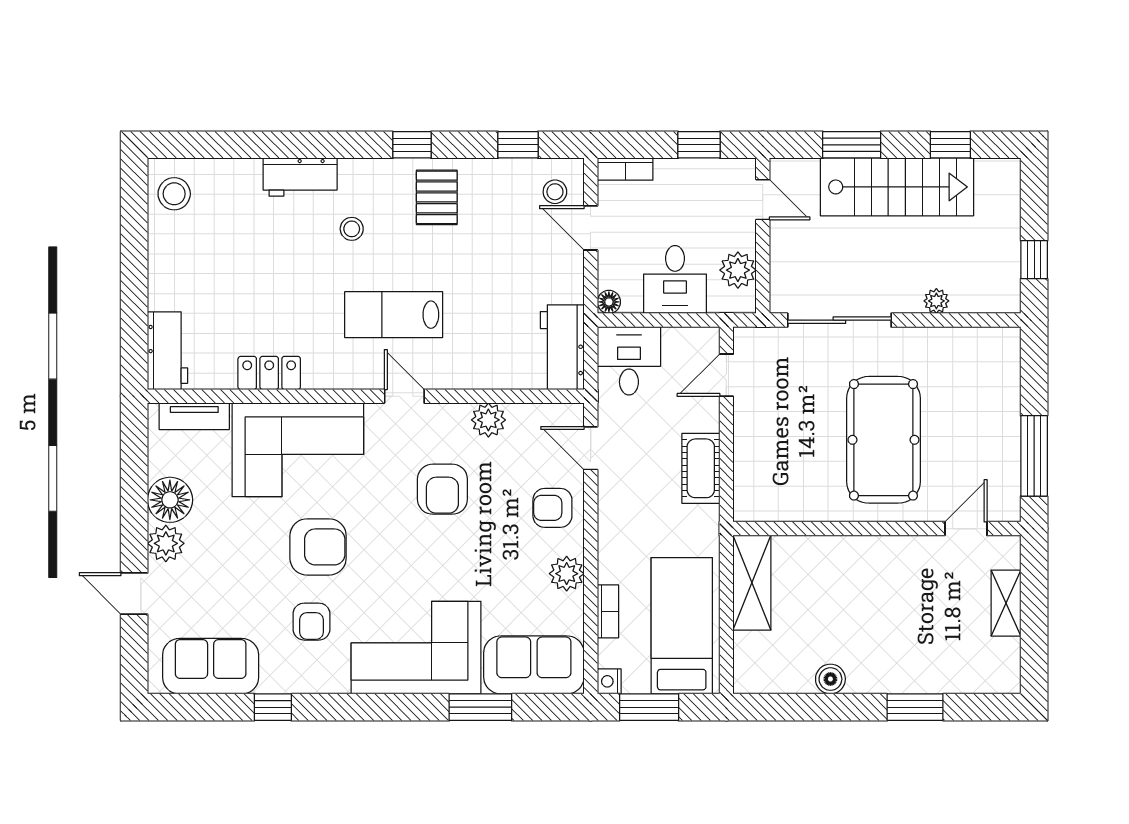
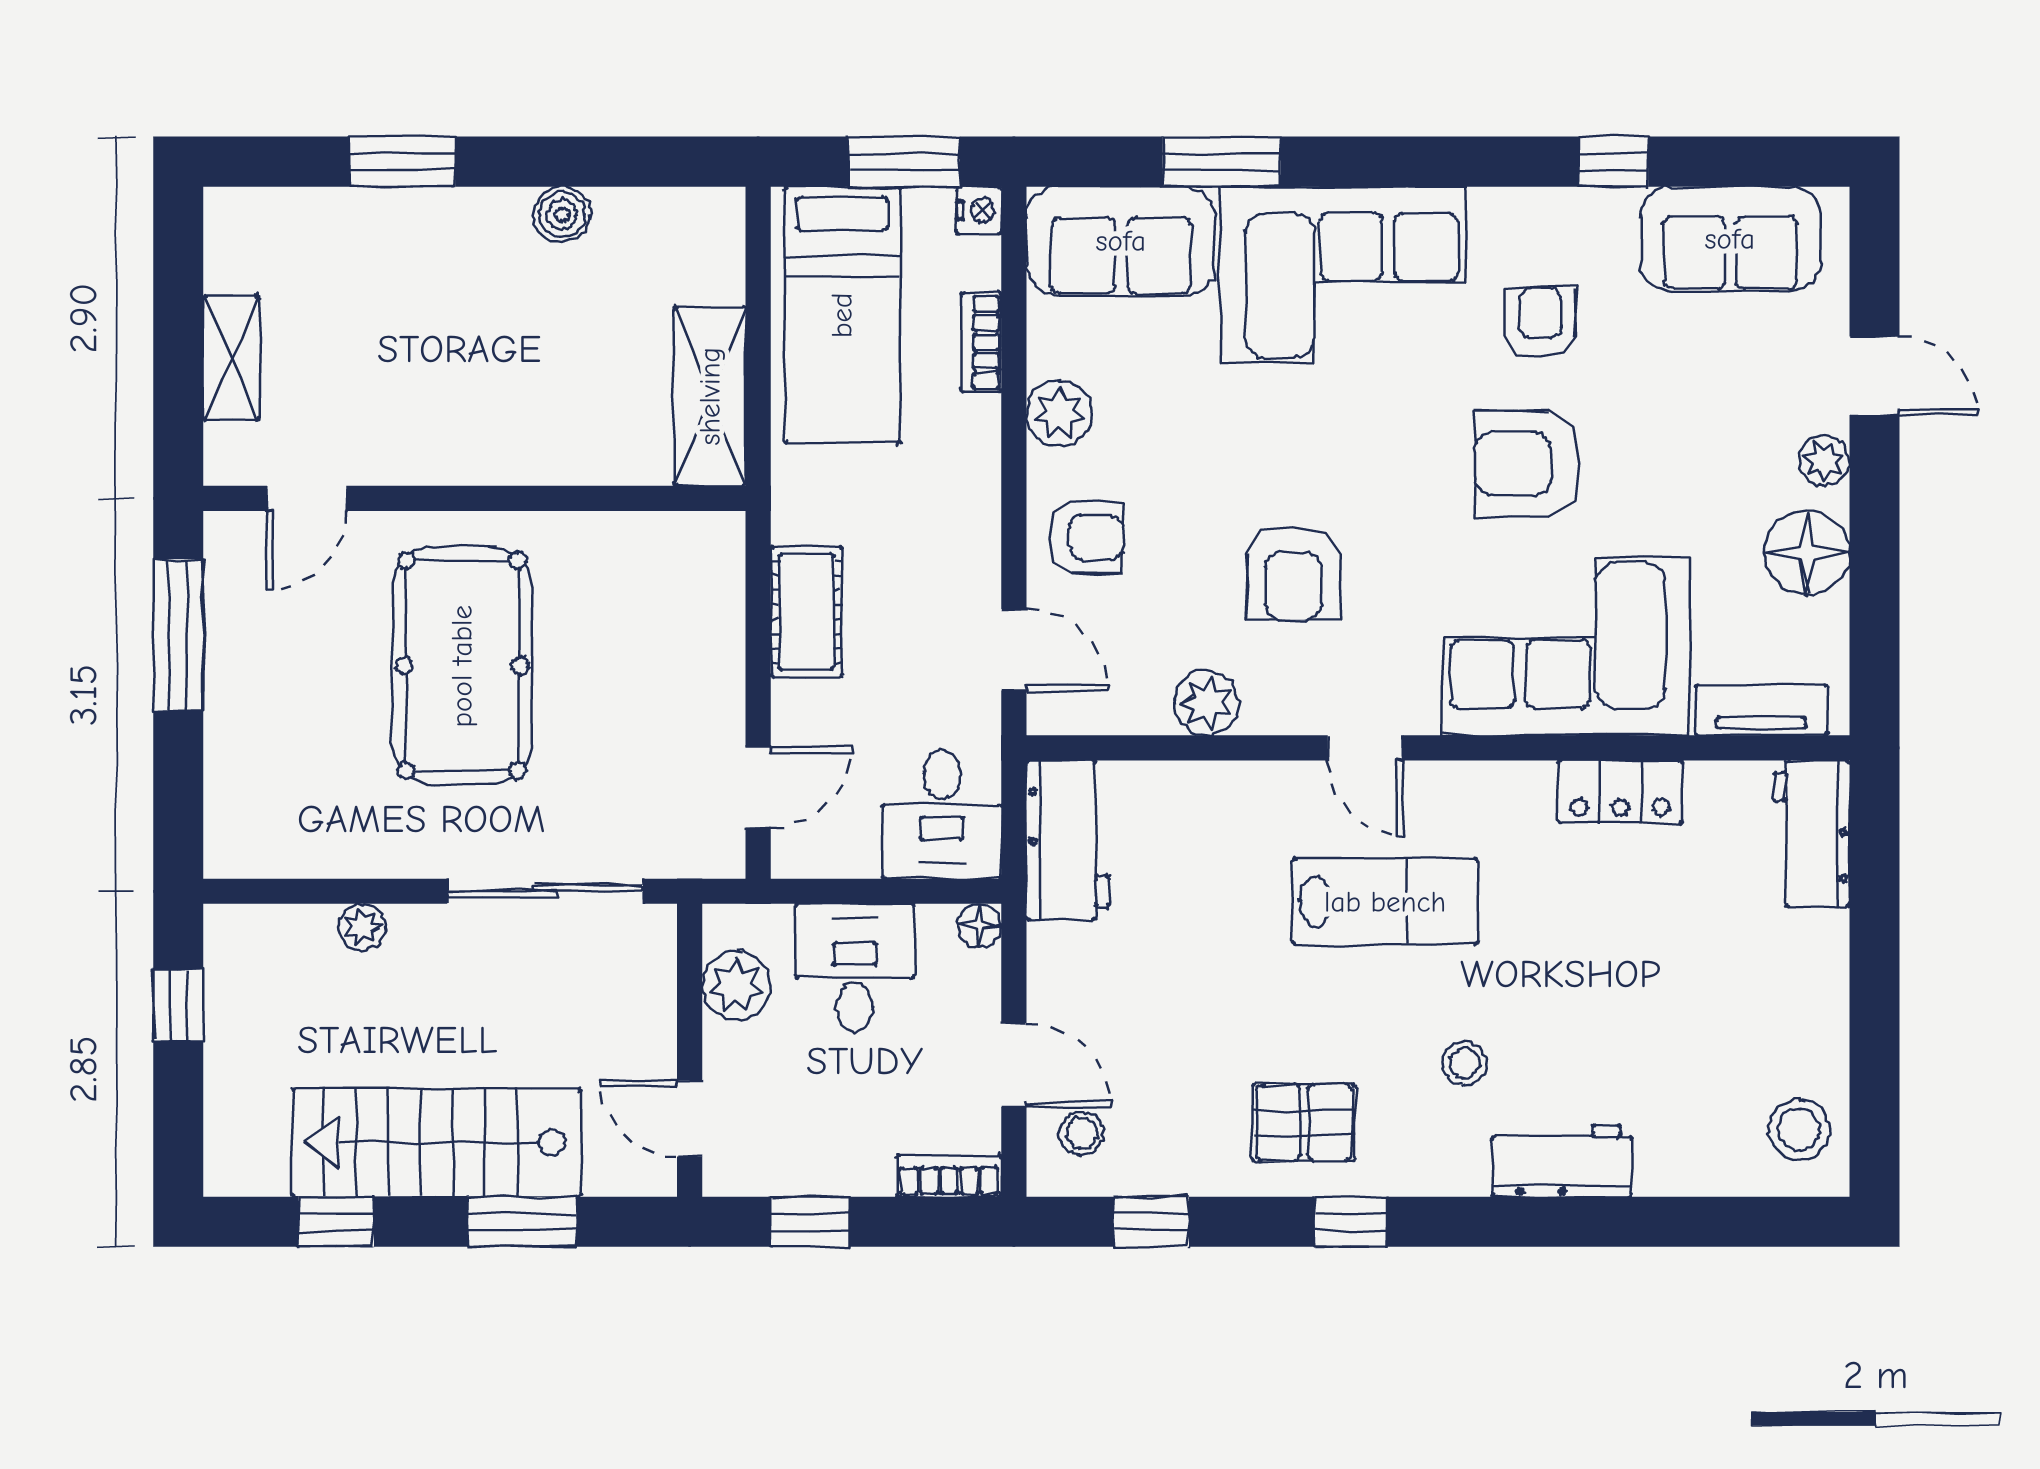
pallet: (437, 197) -> (1304, 1123), turned 90
armchair: (442, 489) -> (1293, 573), turned 180
plant: (166, 543) -> (1824, 461), width x0.73, depth x0.73

